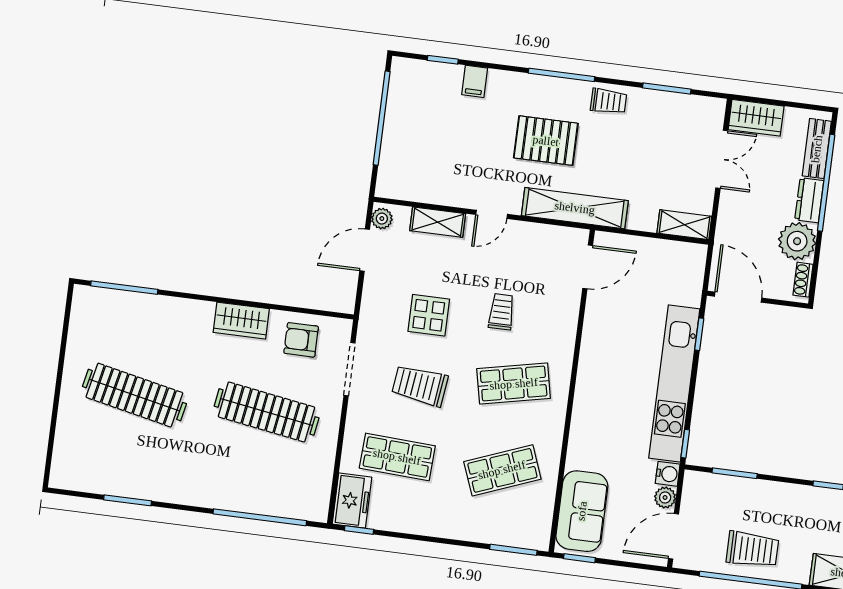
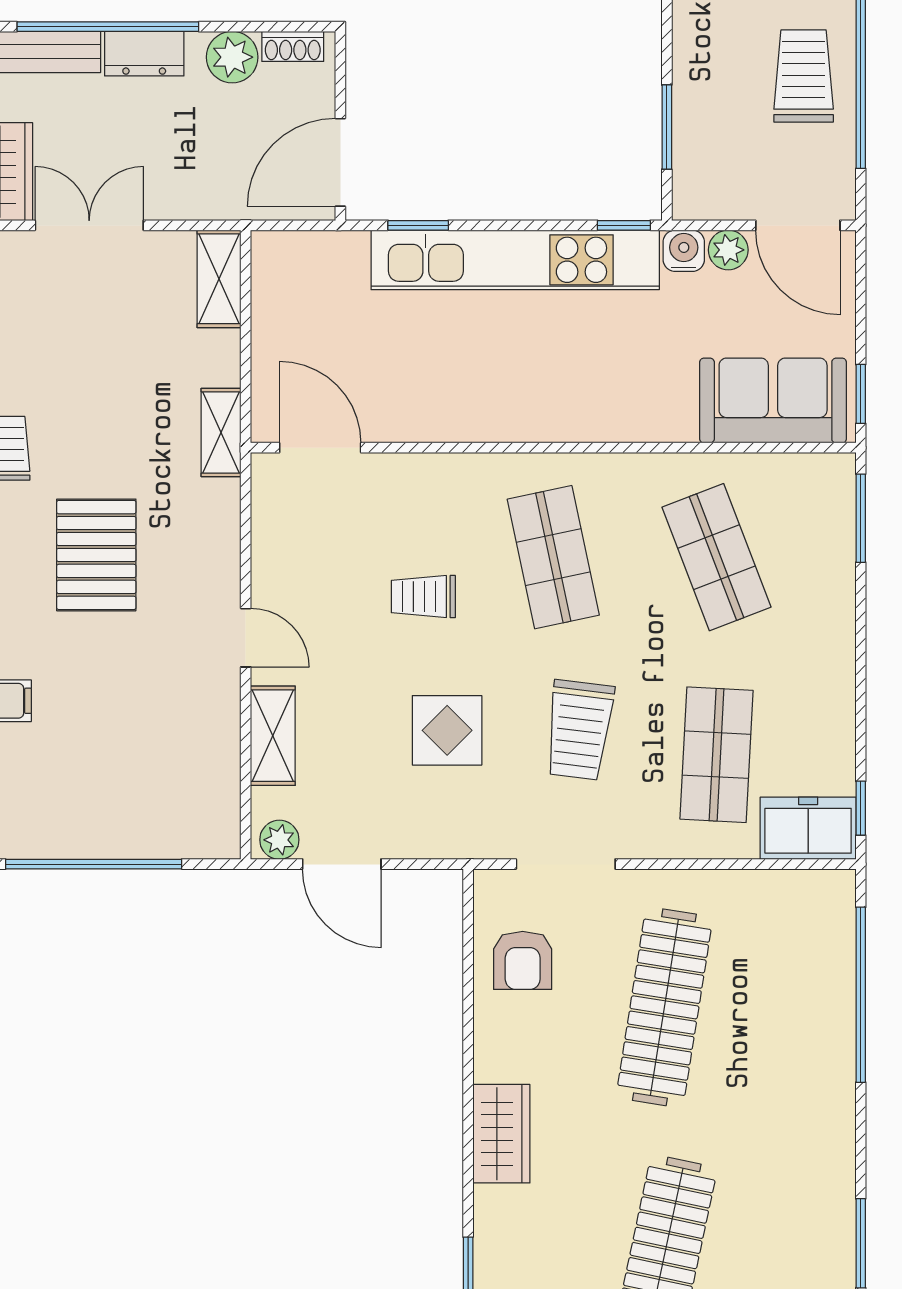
shelving: (575, 208) -> (221, 432), width x0.45, depth x0.75
plant: (797, 241) -> (232, 57), width x0.73, depth x0.73
wardrobe: (241, 321) -> (501, 1134), moved

